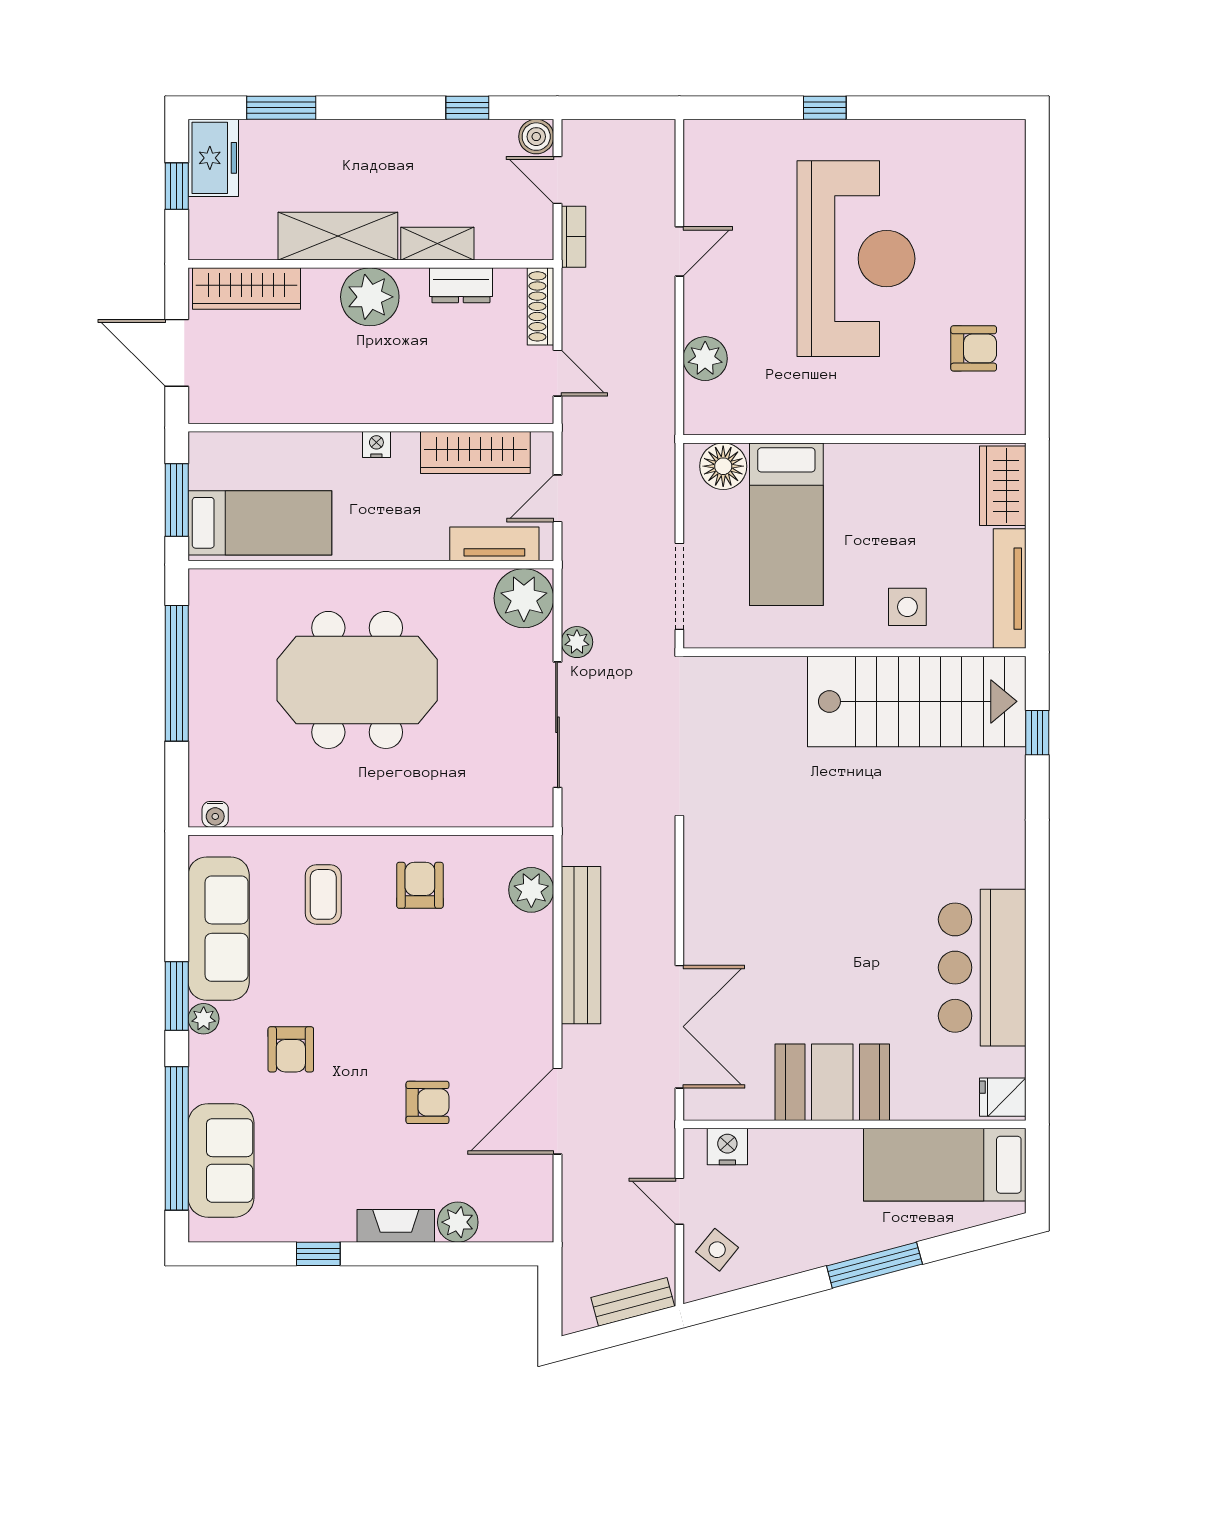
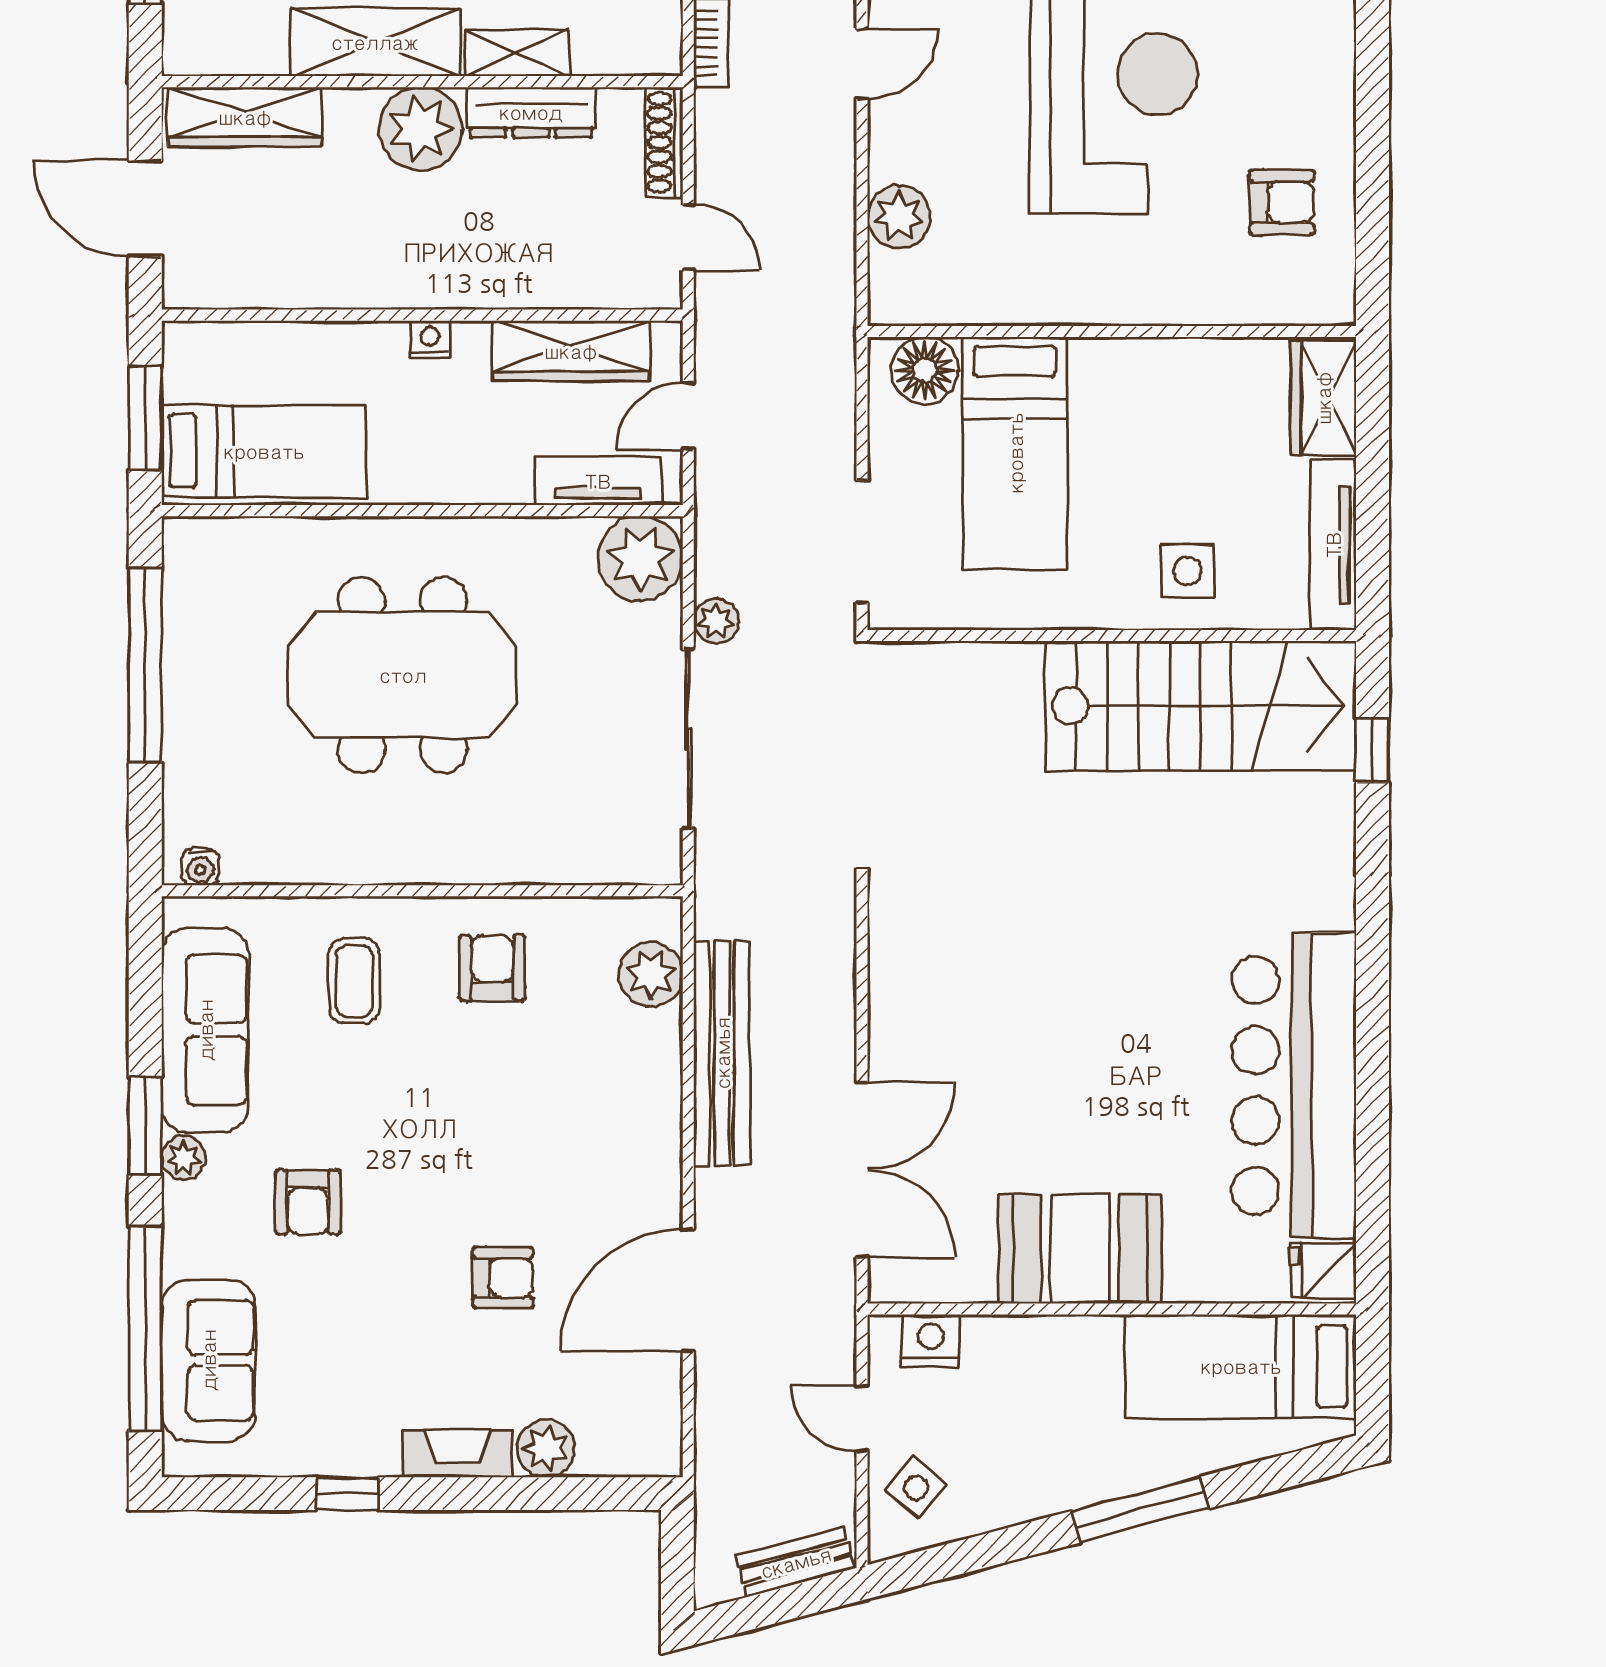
dresser: (461, 285) -> (531, 112), width x1.44
bar counter: (982, 968) -> (1294, 1085), width x1.36

